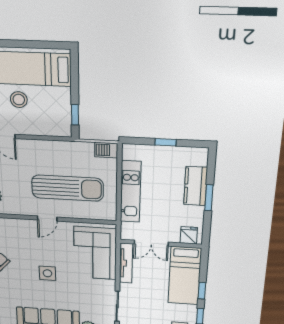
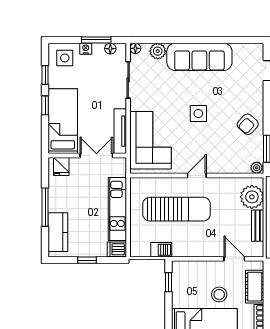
barbecue: (106, 150) -> (161, 250), moved
dishwasher: (132, 152) -> (117, 249), added
kitchen counter: (196, 186) -> (58, 232), moved
sun lounger: (68, 188) -> (177, 209), turned 180
window: (209, 198) -> (45, 207), width x1.44

